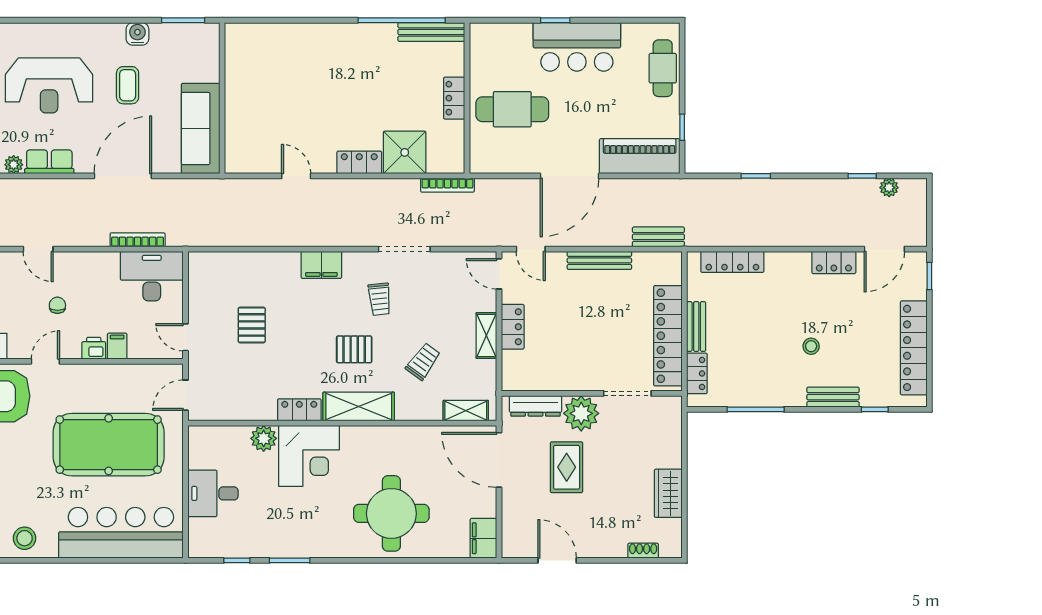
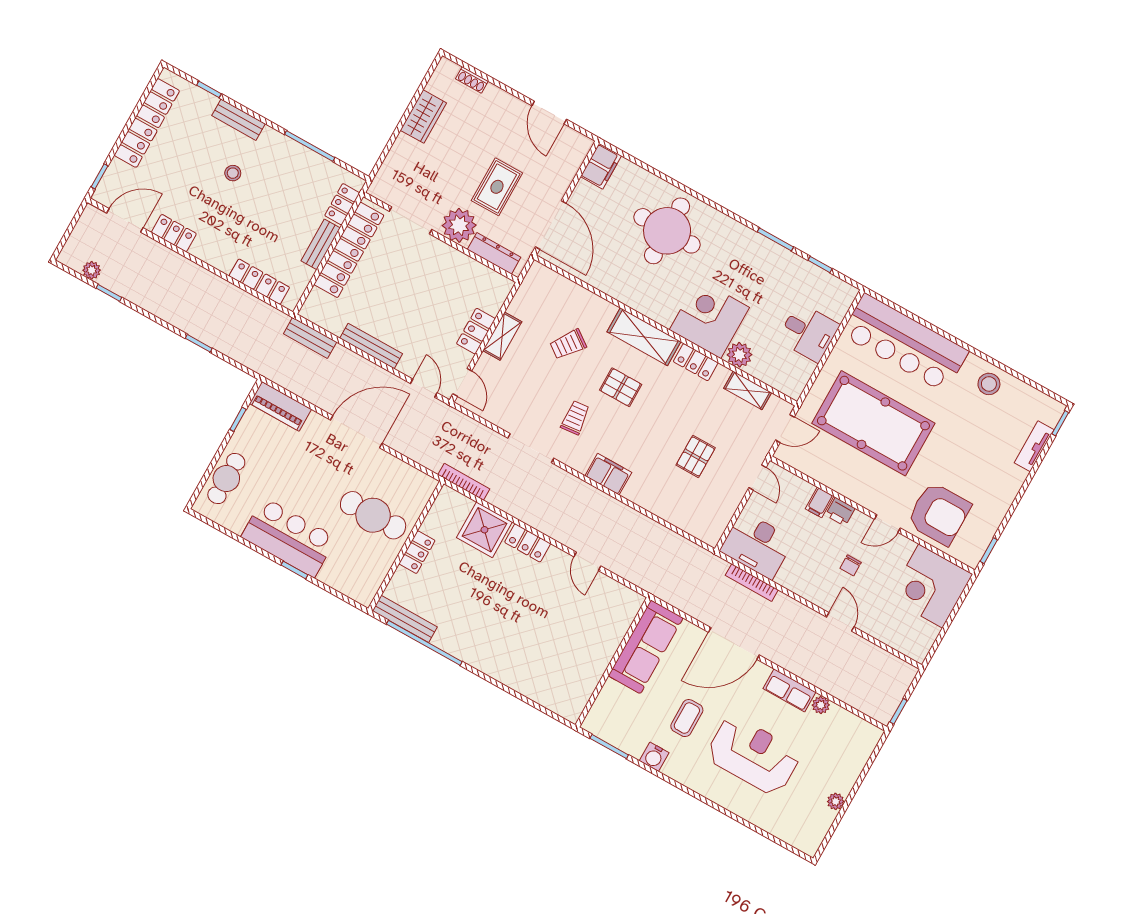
piano: (640, 156) -> (281, 406), width x0.73, depth x0.75
shelving: (466, 411) -> (748, 390), moved

